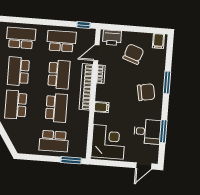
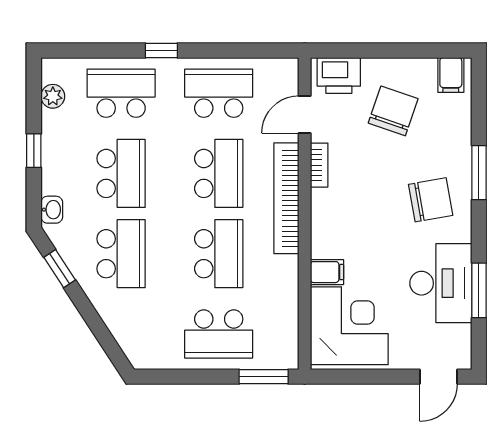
window: (84, 25) -> (161, 51), moved
school desk: (18, 71) -> (121, 173), turned 180
school desk: (16, 105) -> (121, 254), turned 180
filing cabinet: (102, 107) -> (327, 272), moved
desk: (147, 132) -> (441, 283), width x1.37

